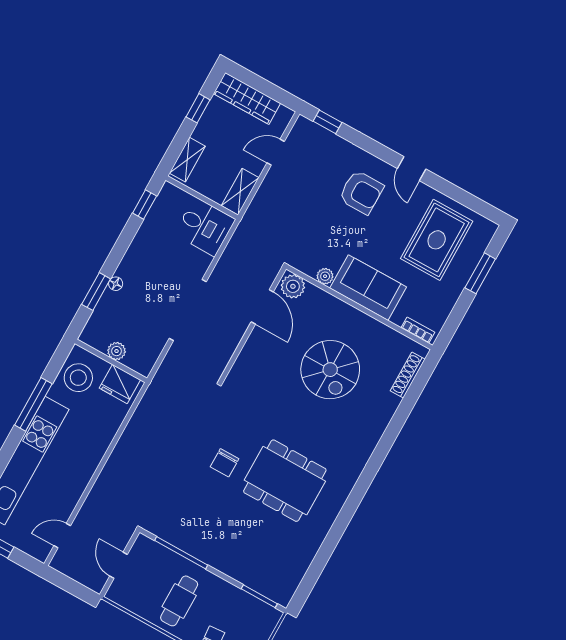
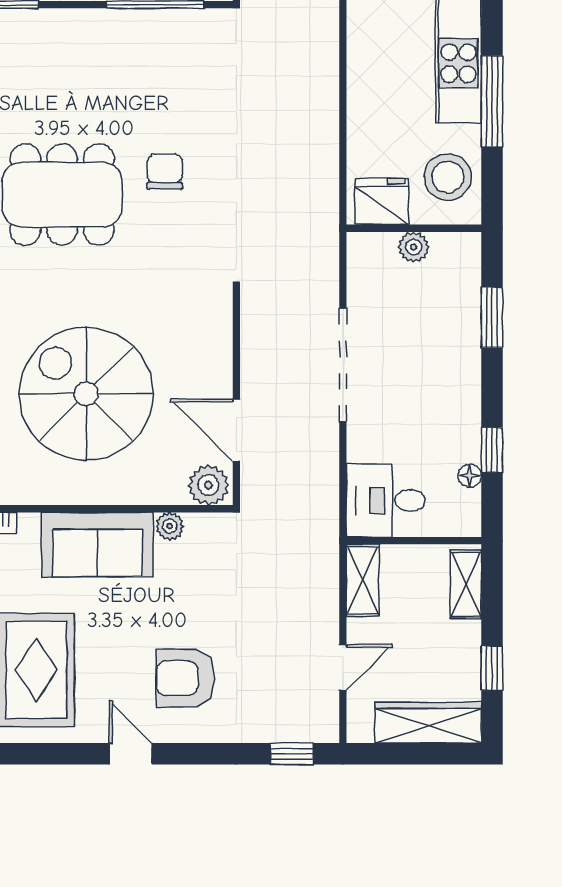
window: (145, 204) -> (492, 450), moved
floor lamp: (116, 284) -> (470, 476), moved
spiral stairs: (330, 370) -> (86, 394), width x1.37, depth x1.37

